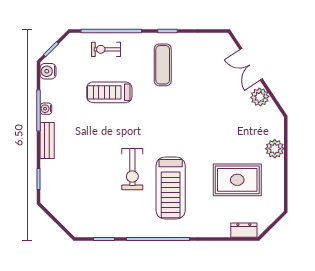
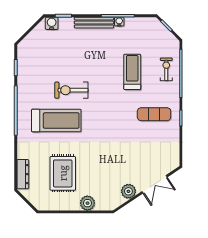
double door: (251, 64) -> (155, 184), swing flipped
water cooler: (48, 71) -> (52, 23), moved
bench: (47, 141) -> (94, 23), width x1.36
treadmill: (171, 188) -> (56, 120), turned 180
dresser: (244, 230) -> (23, 174), width x1.44

